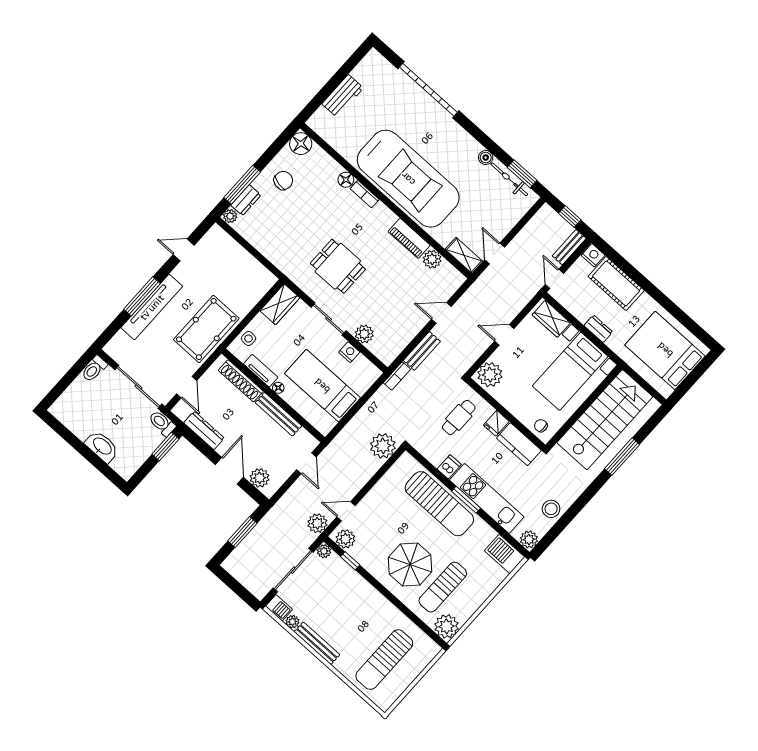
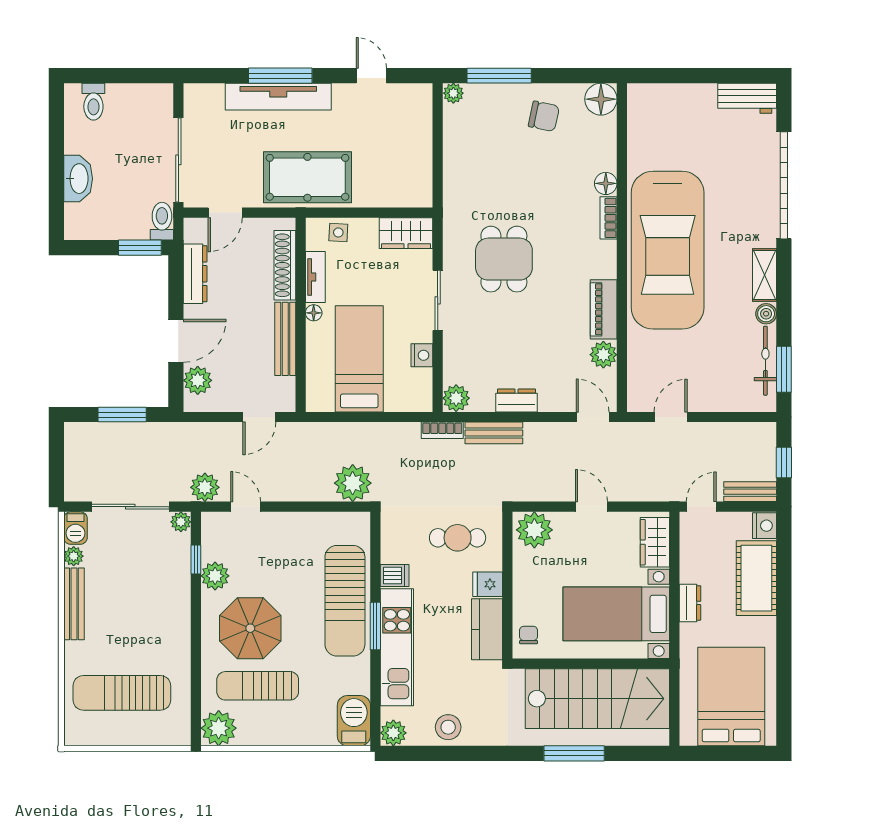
workbench: (343, 96) -> (747, 98), moved
dresser: (246, 200) -> (517, 400), moved, turned 180
shelving: (464, 255) -> (765, 275), moved
door: (441, 313) -> (593, 417), moved
plant: (364, 334) -> (456, 398), moved
toilet: (94, 369) -> (93, 102), moved, turned -90
plant: (345, 539) -> (215, 576), moved

